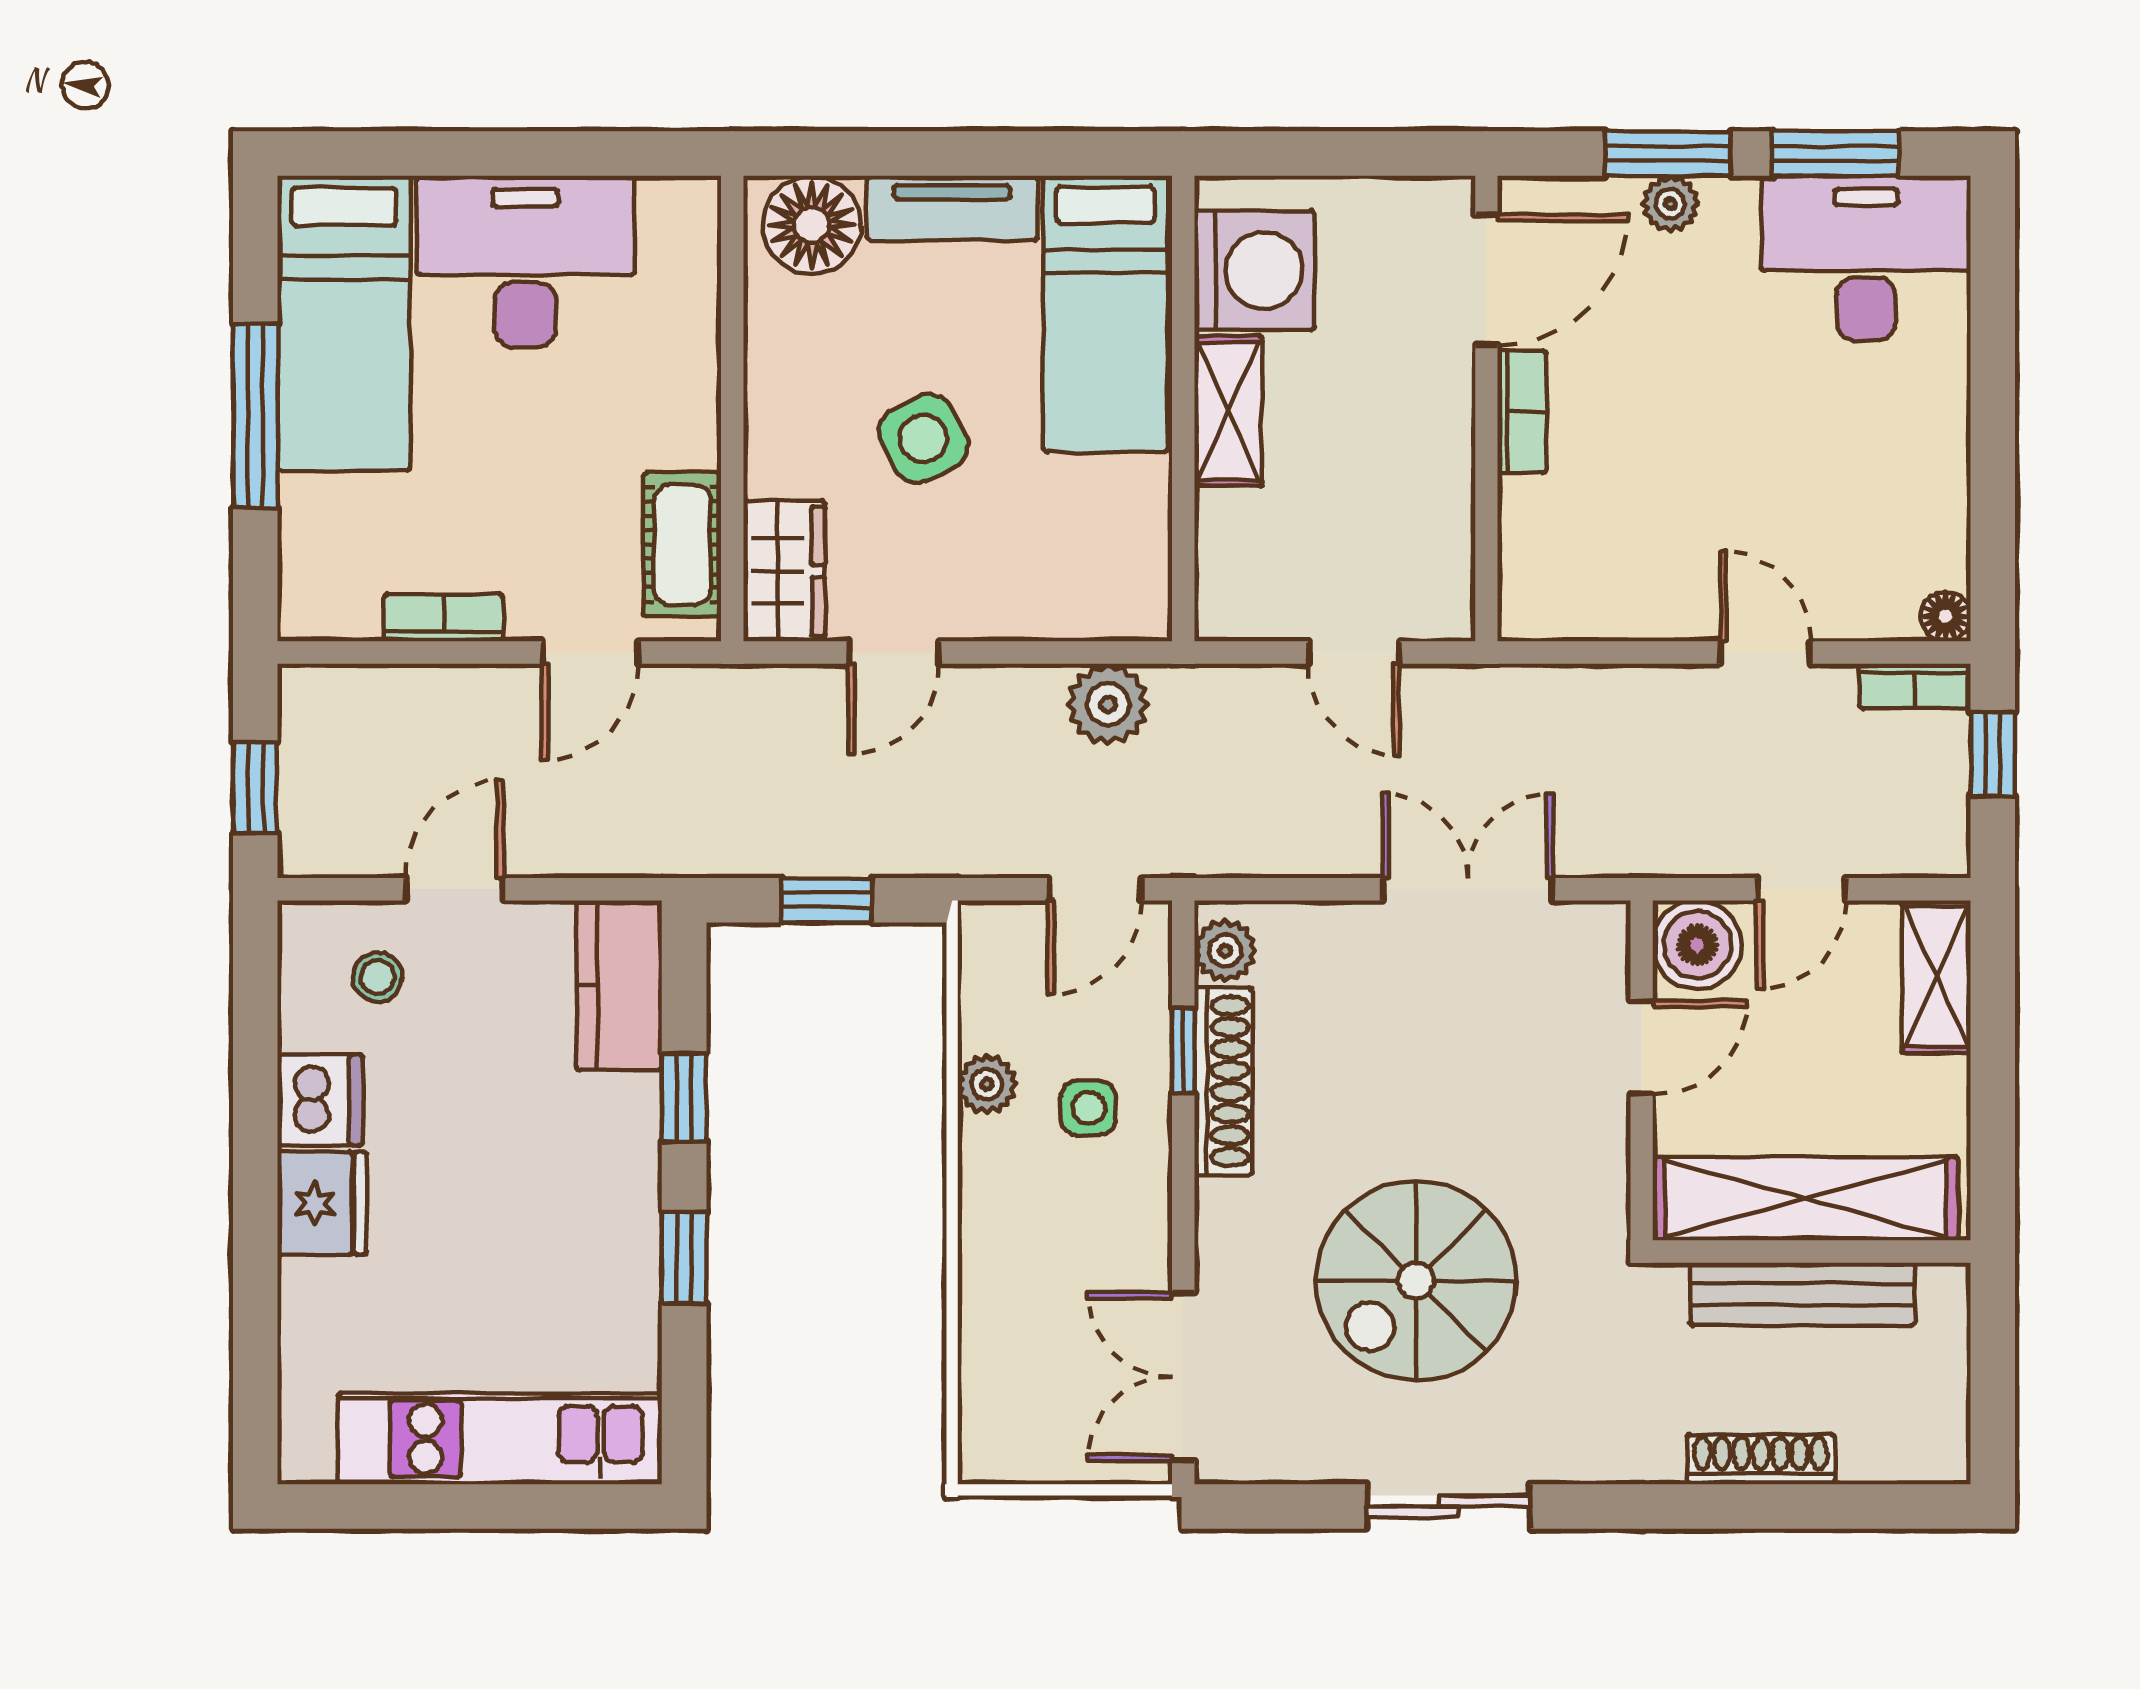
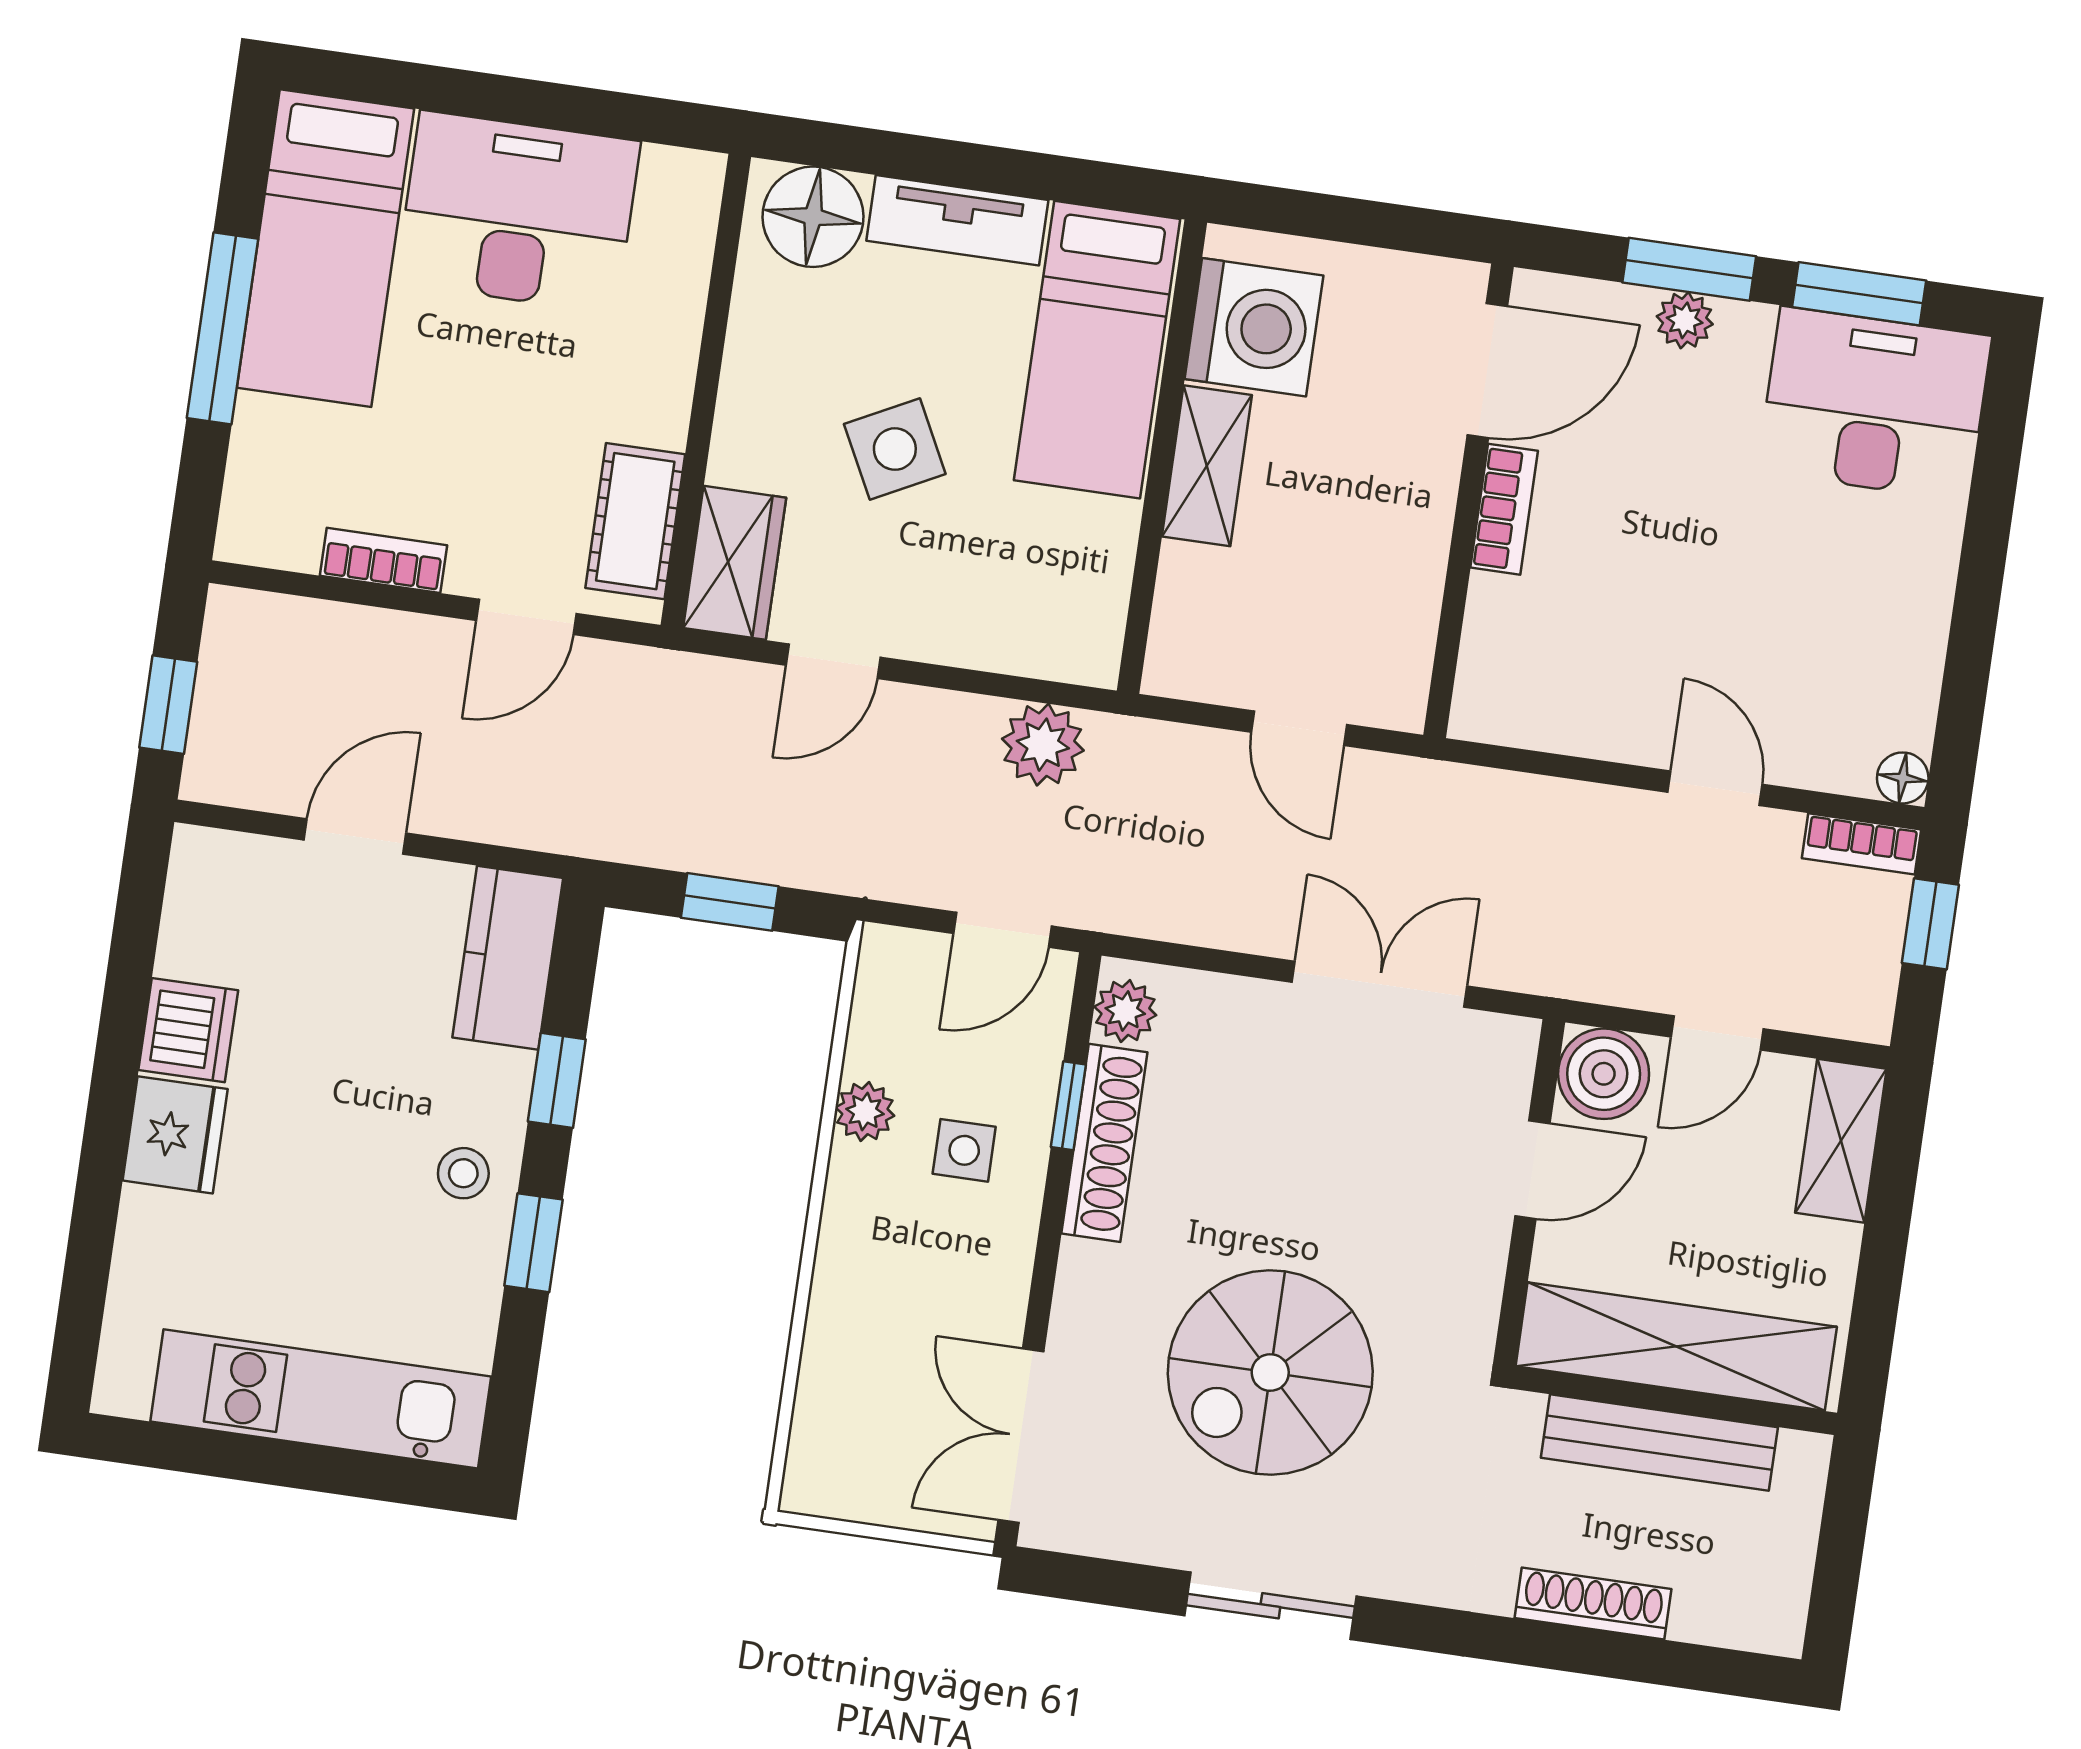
stool: (377, 977) -> (463, 1173), moved

